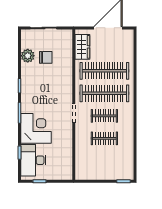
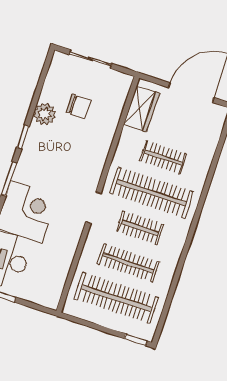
plant: (28, 56) -> (45, 114), moved
clothes rail: (104, 71) -> (163, 157), width x0.54, depth x0.76
clothes rail: (104, 138) -> (128, 263), width x1.36
clothes rail: (104, 161) -> (116, 298), added

